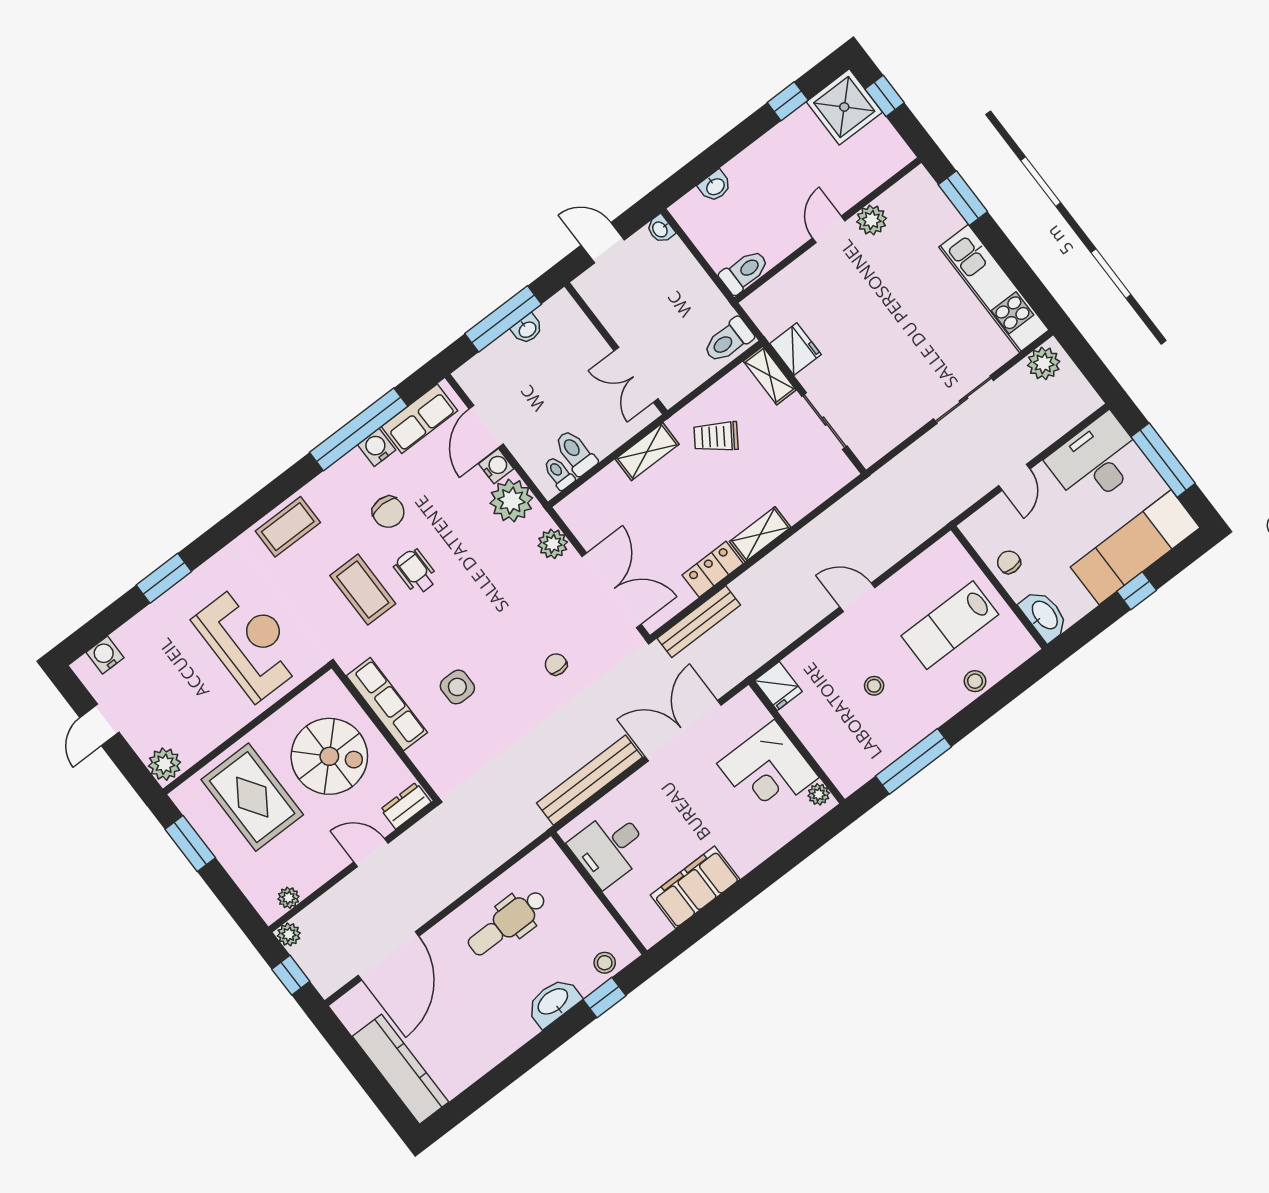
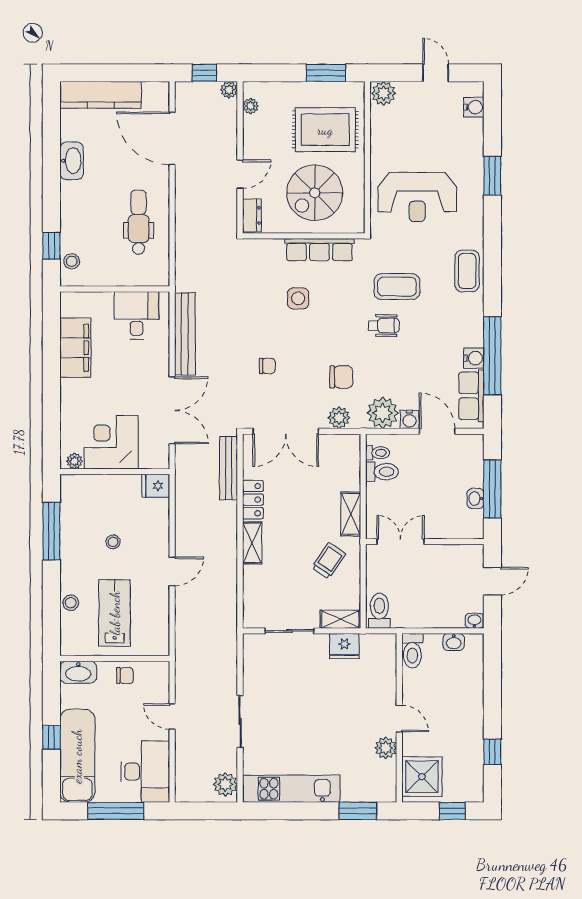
shower: (844, 107) -> (422, 777), moved
washbasin: (715, 186) -> (454, 642), moved, turned -90
chair: (388, 512) -> (341, 377), moved, turned 180
washbasin: (553, 1002) -> (72, 161), moved

